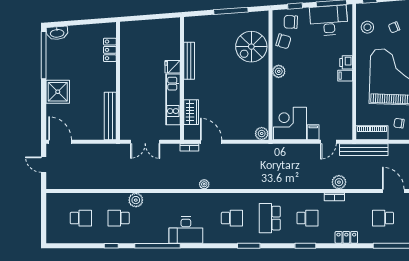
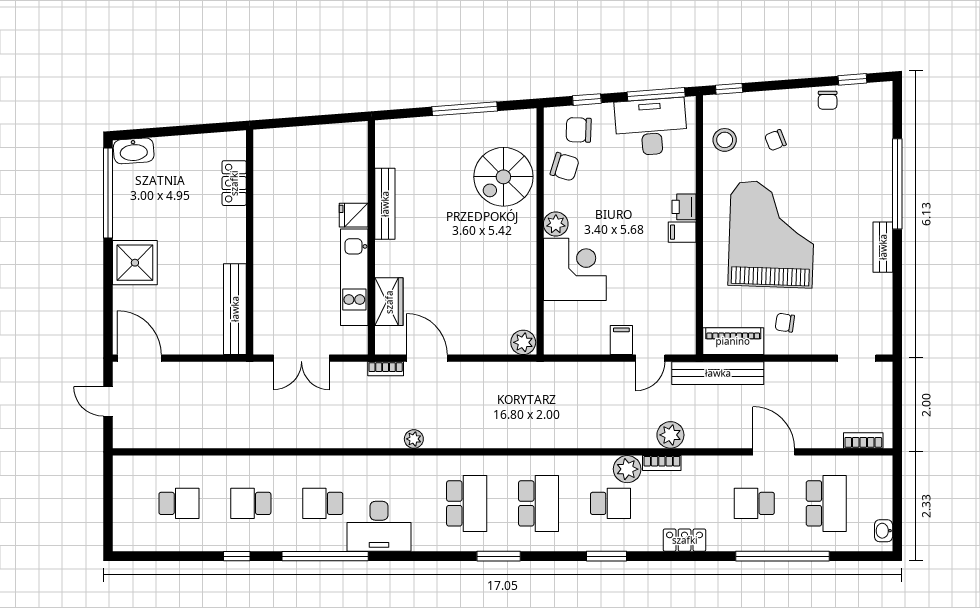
corner desk: (290, 124) -> (575, 269), moved, turned 90
plant: (136, 200) -> (627, 469), moved
school desk: (156, 218) -> (323, 503), added
school desk: (232, 218) -> (467, 503), width x1.85
school desk: (270, 218) -> (539, 503), turned 180

